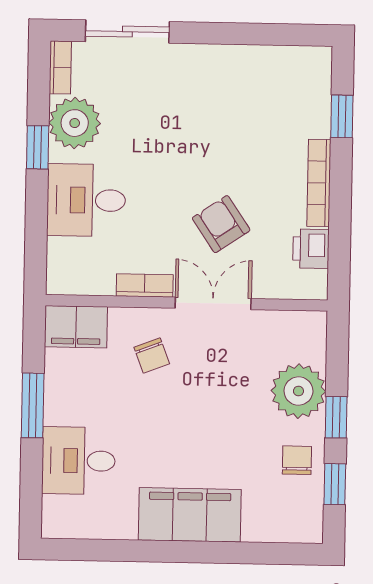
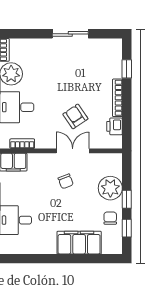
sliding door: (127, 32) -> (70, 34), moved
bookcase: (145, 285) -> (22, 144), moved
chair: (152, 356) -> (66, 181), moved
filing cabinet: (190, 515) -> (79, 243), moved

